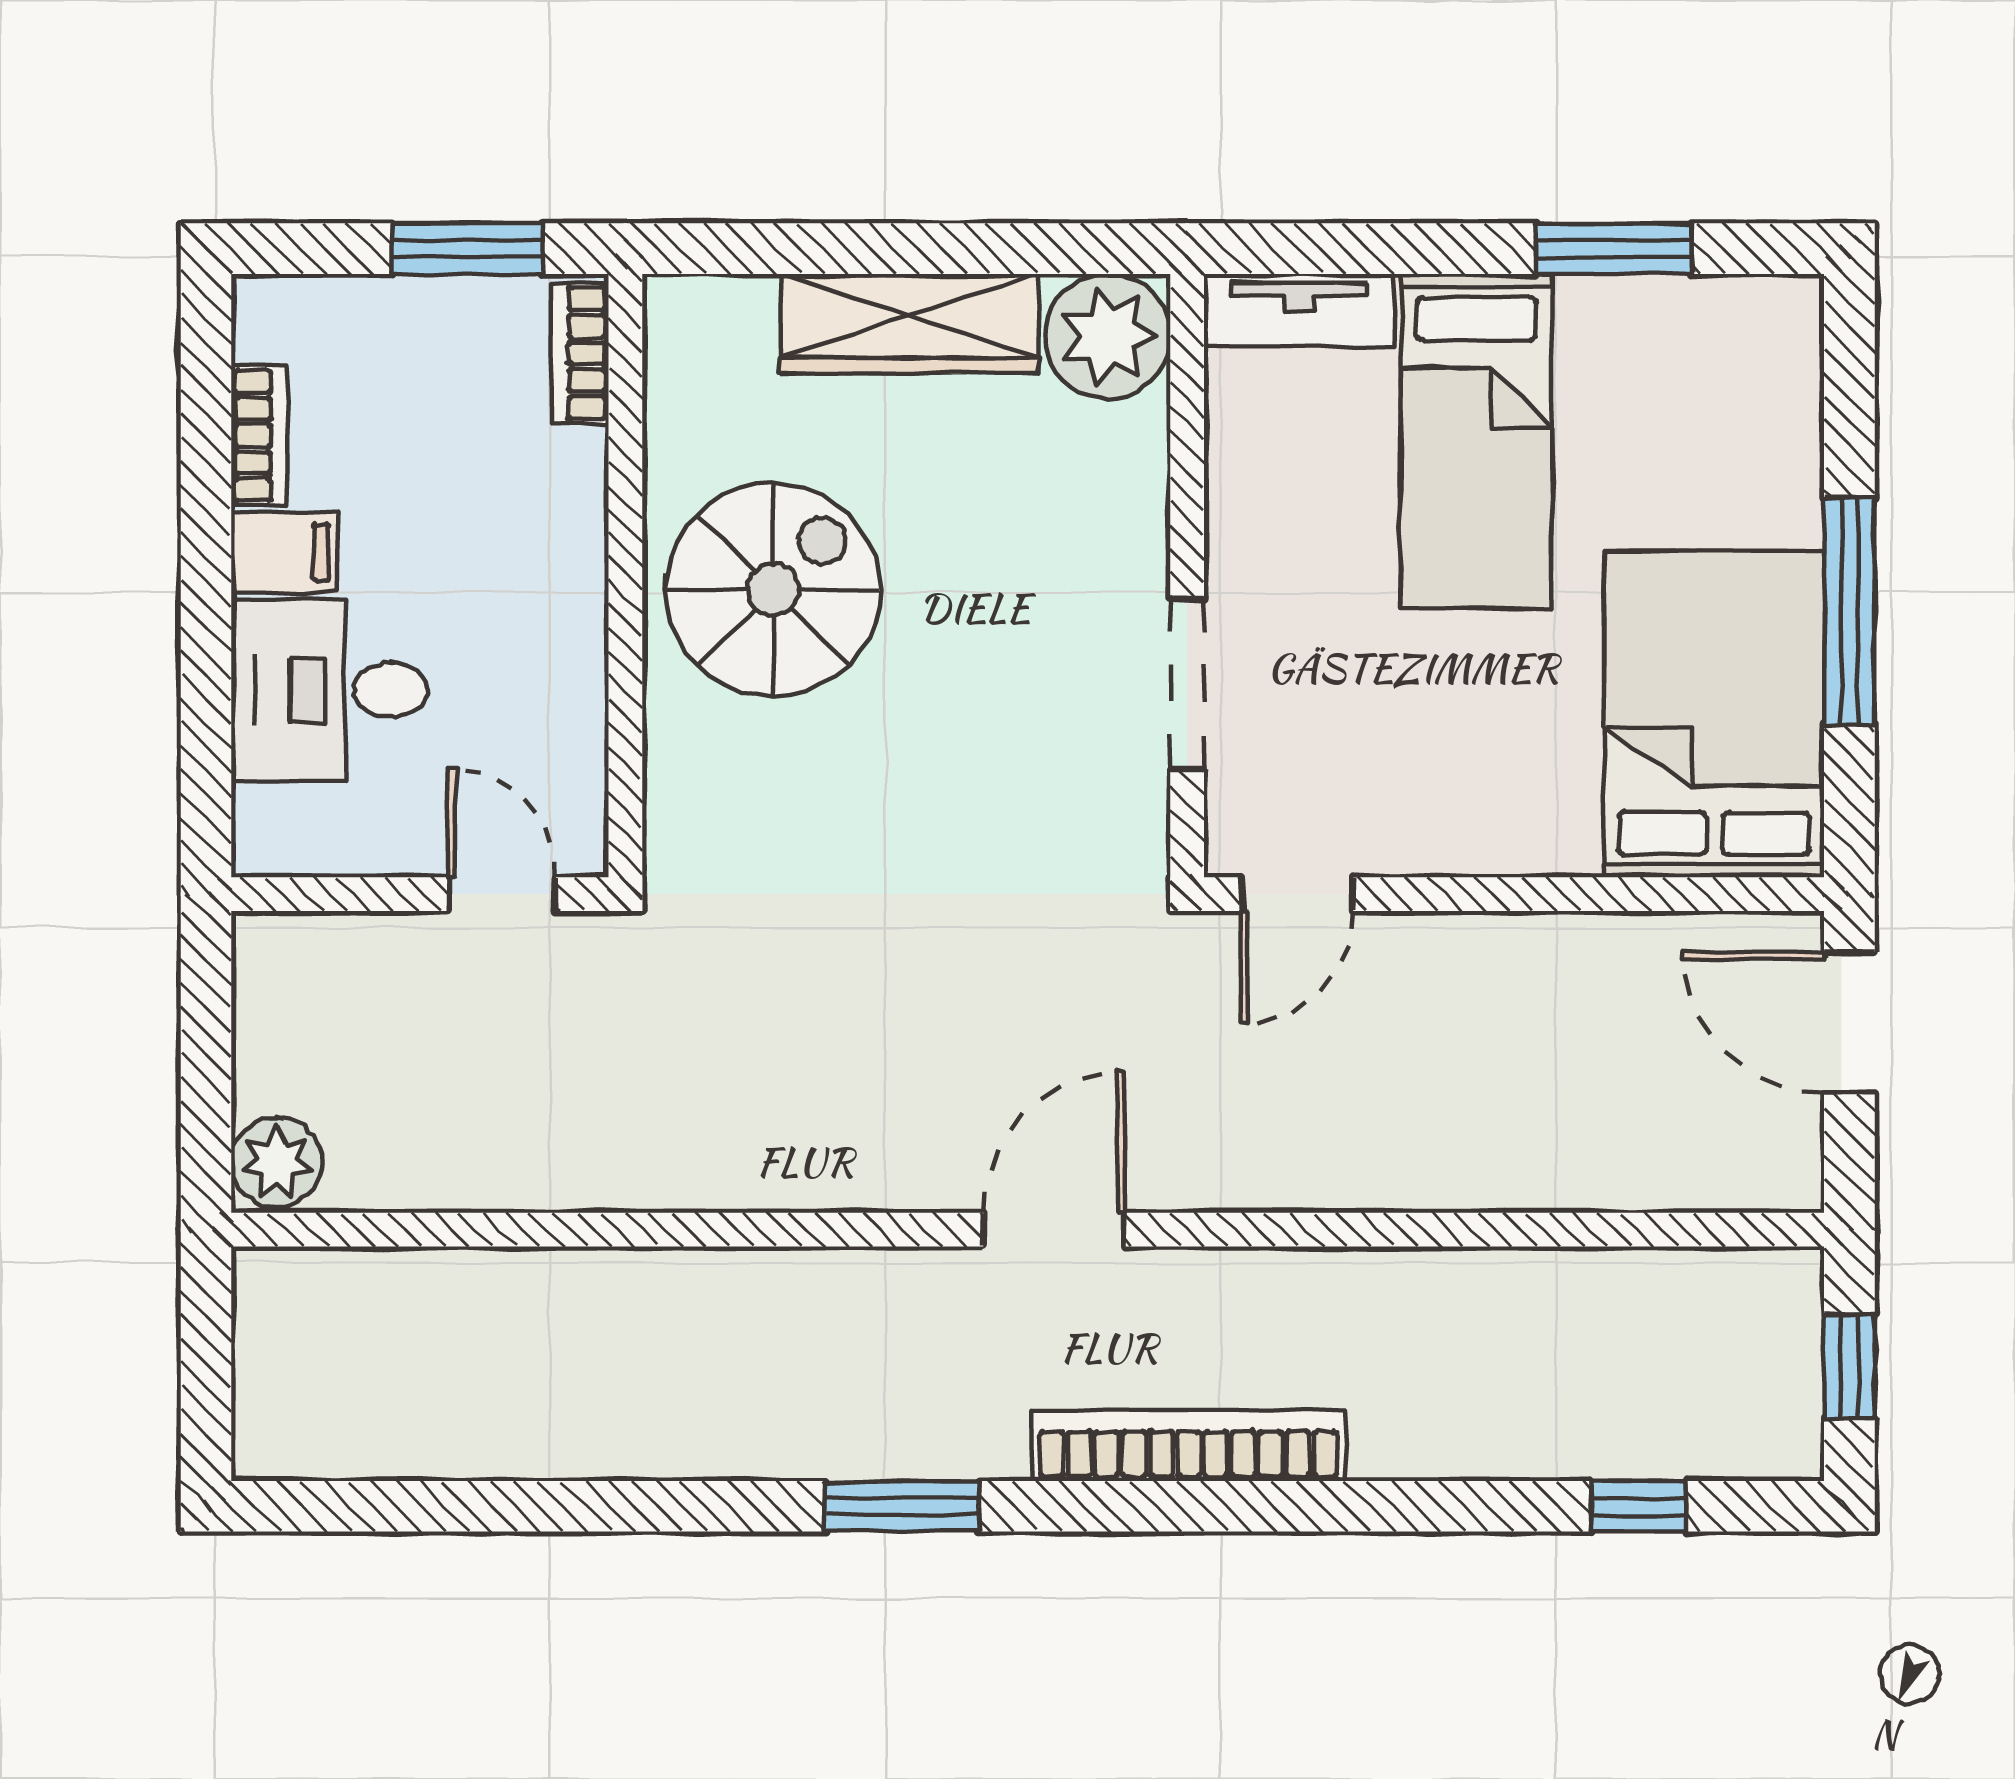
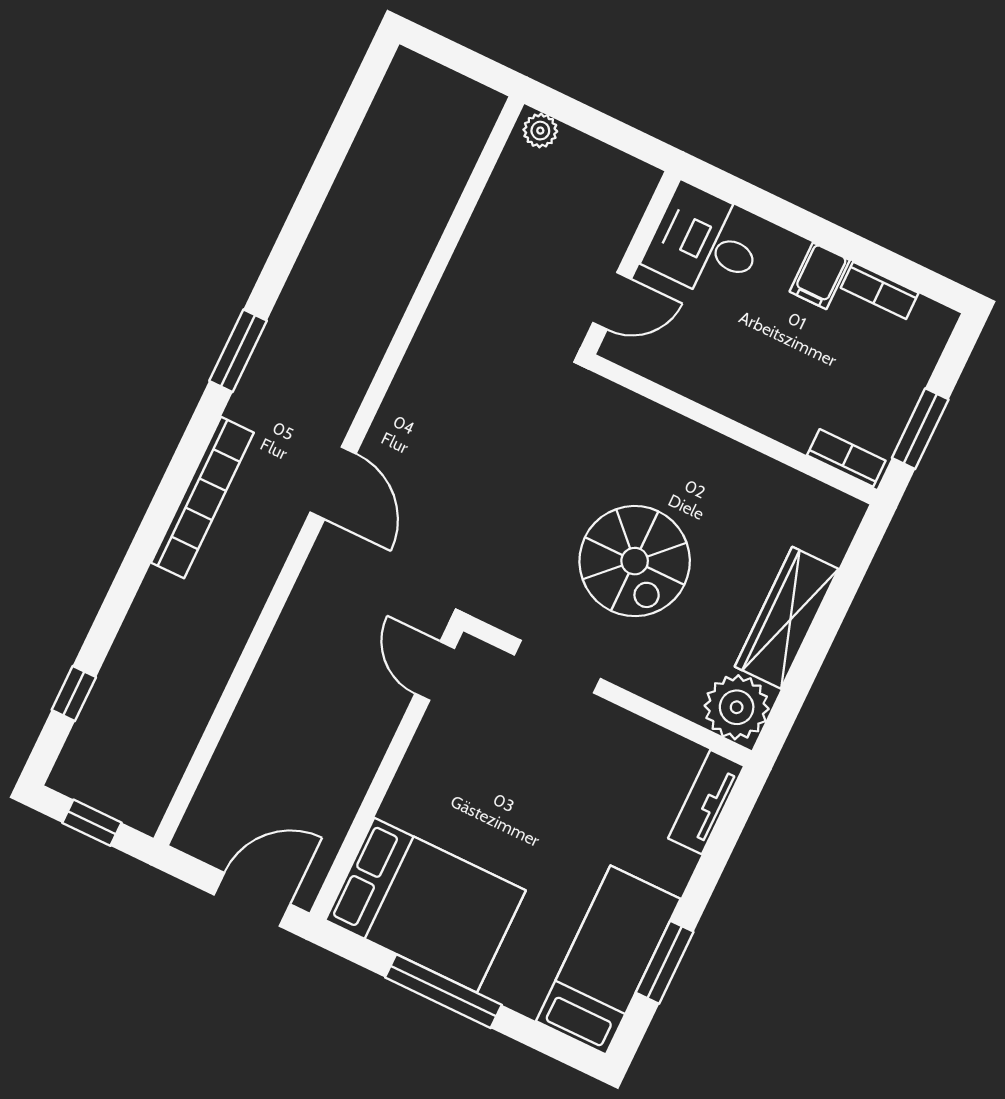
bed: (1476, 441) -> (608, 960), moved, turned 90
spiral stairs: (773, 590) -> (635, 561), moved
desk: (330, 690) -> (706, 243), moved, turned -90
plant: (276, 1162) -> (540, 131), width x0.73, depth x0.73

